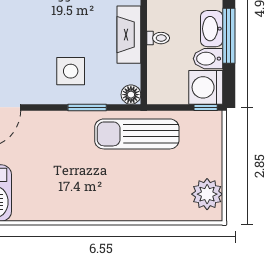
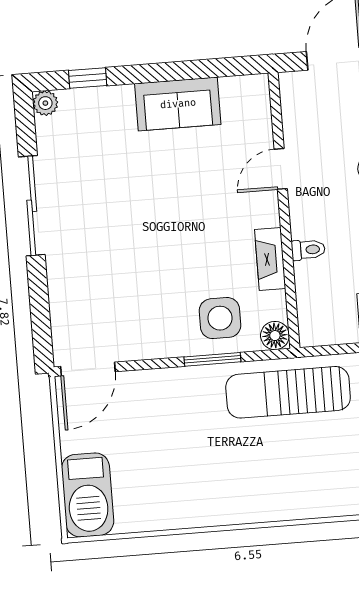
fireplace: (129, 35) -> (270, 259), width x0.73, depth x0.76
side table: (71, 71) -> (220, 318), moved

